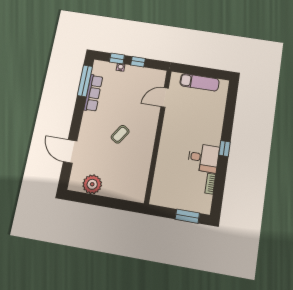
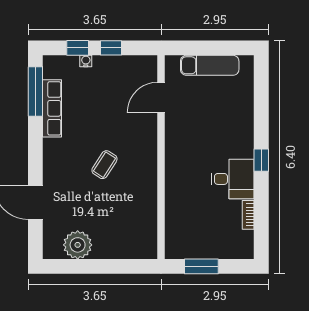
window: (187, 216) -> (201, 266), moved

